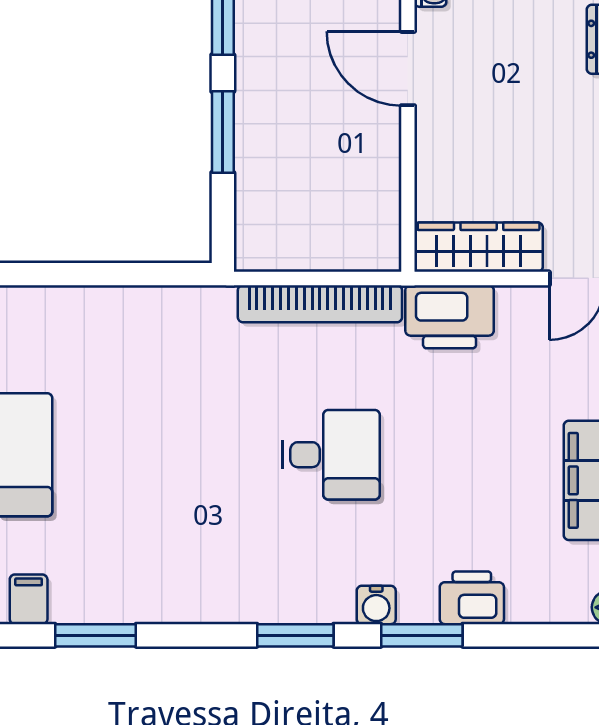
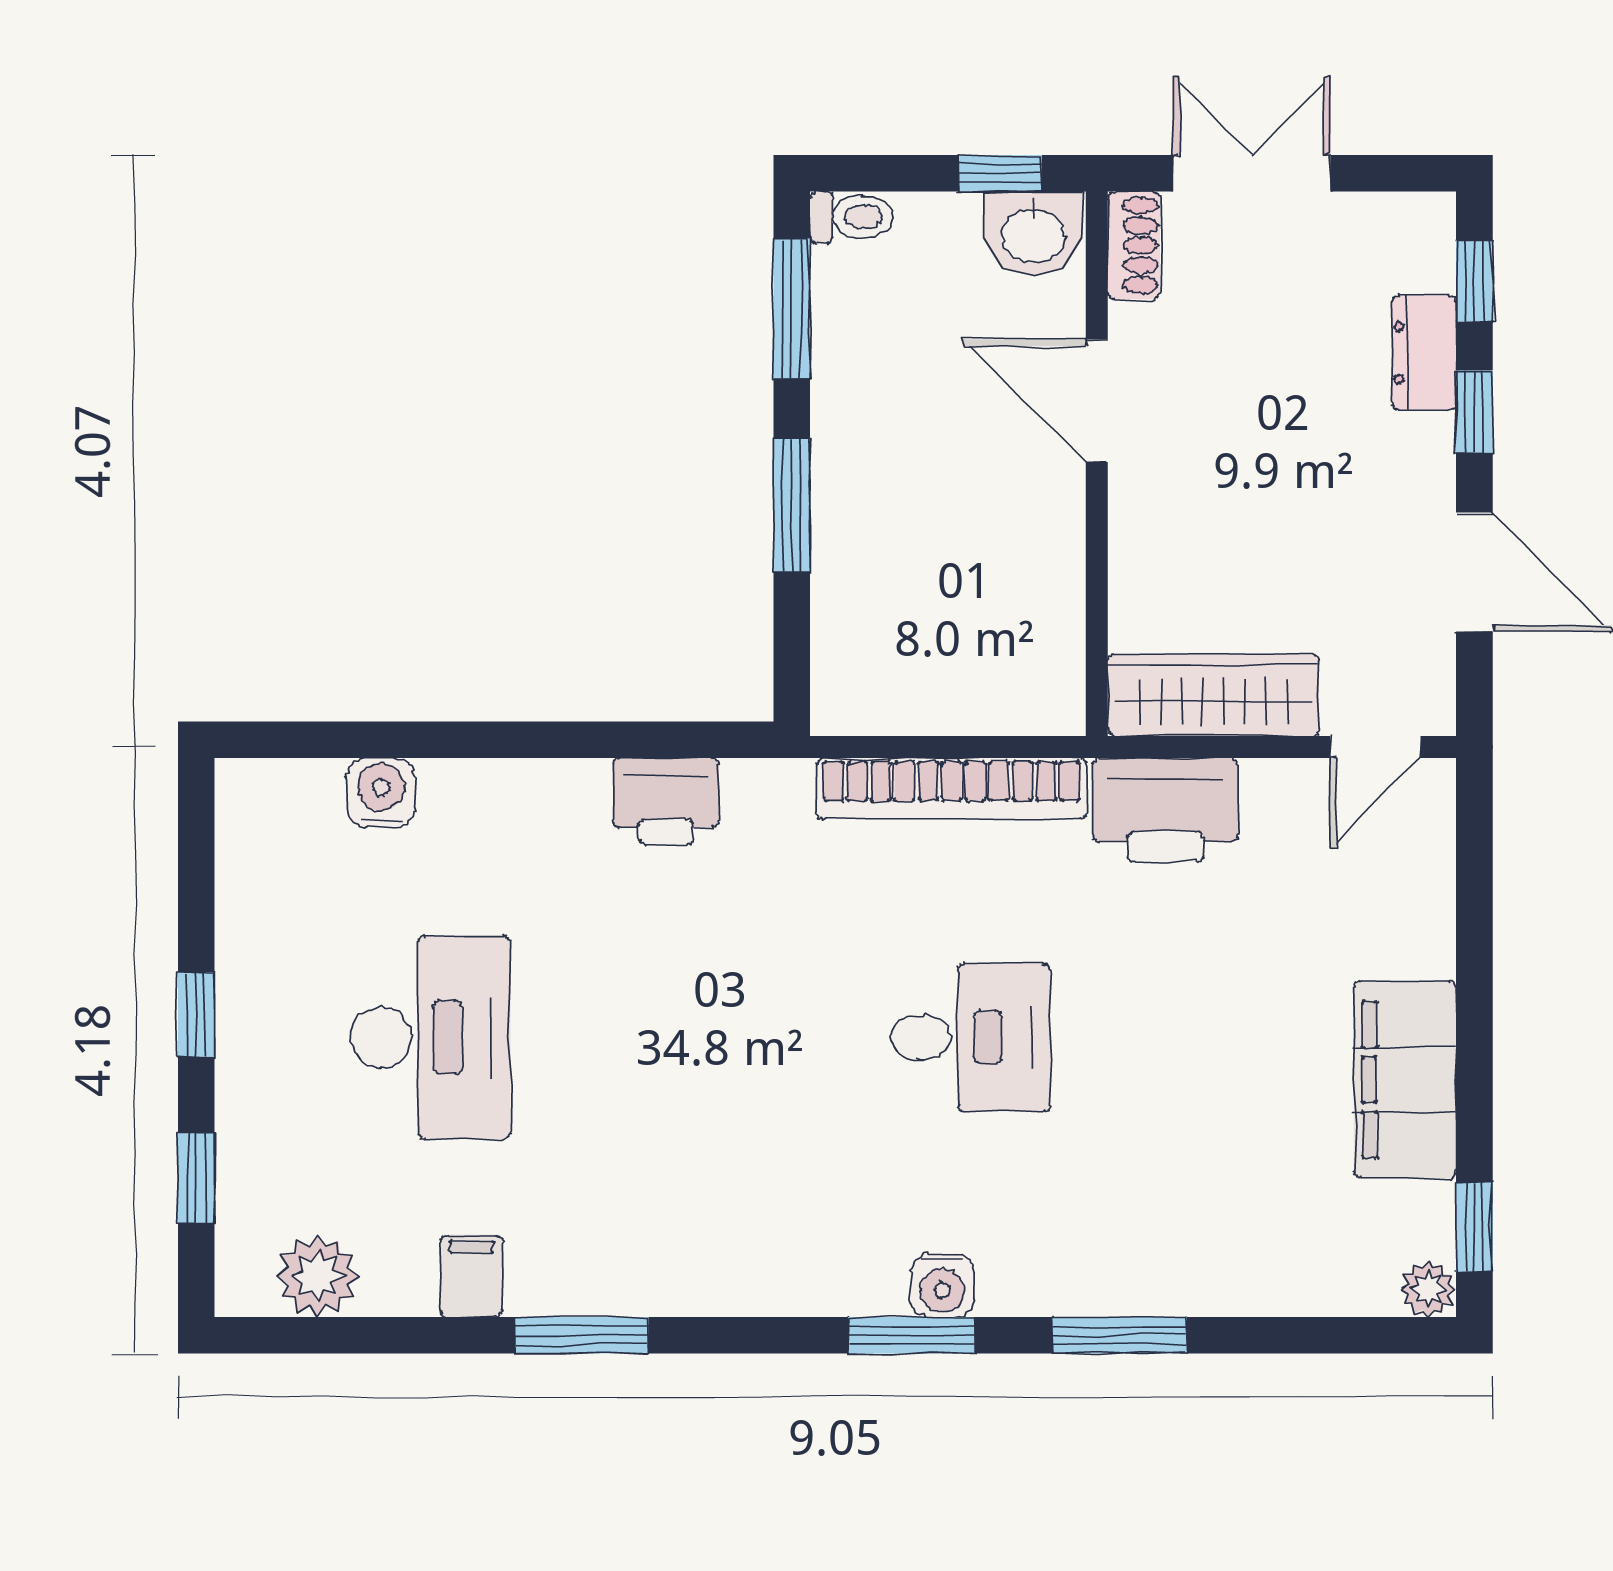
printer: (472, 598) -> (666, 801), moved, turned 180
water cooler: (376, 605) -> (942, 1285), moved

